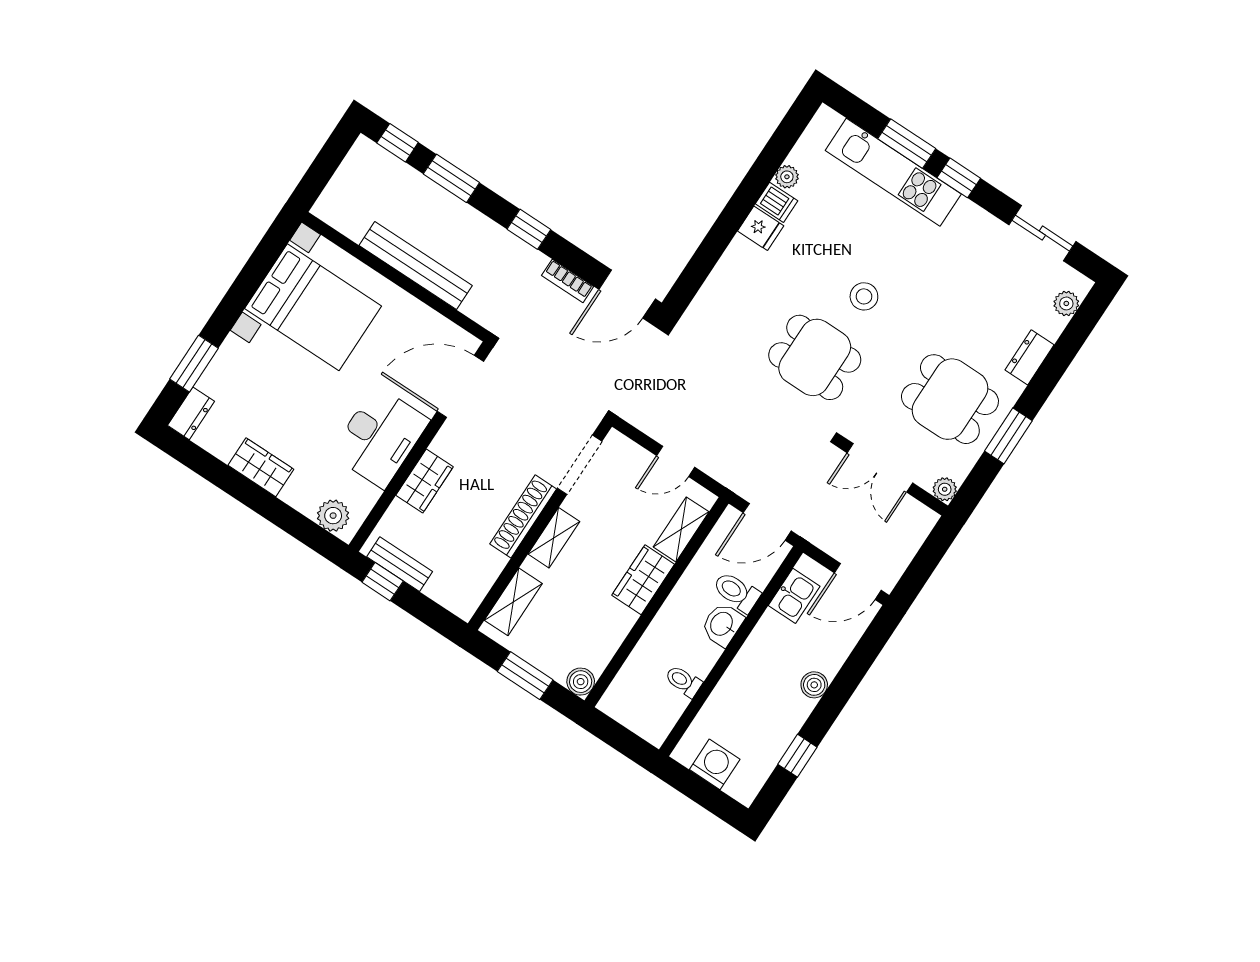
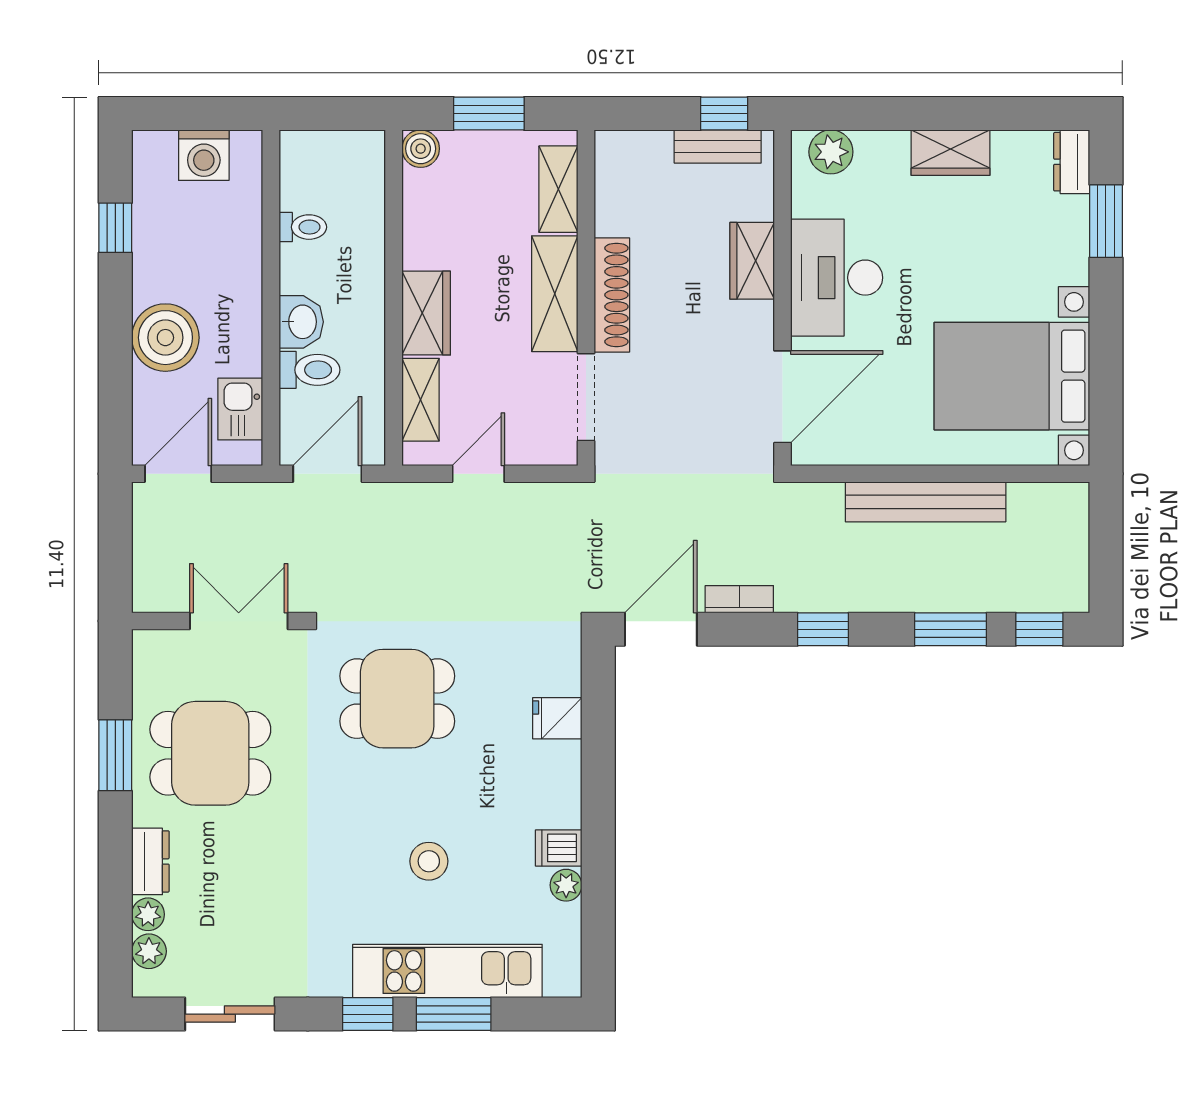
fridge: (761, 228) -> (557, 718), moved
stool: (864, 296) -> (429, 861), moved
plant: (945, 489) -> (148, 914), moved
shelving: (554, 538) -> (555, 294), width x1.50, depth x1.33
boiler: (814, 685) -> (165, 338), width x1.86, depth x1.86

